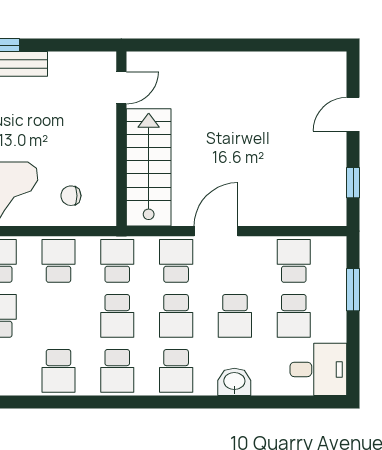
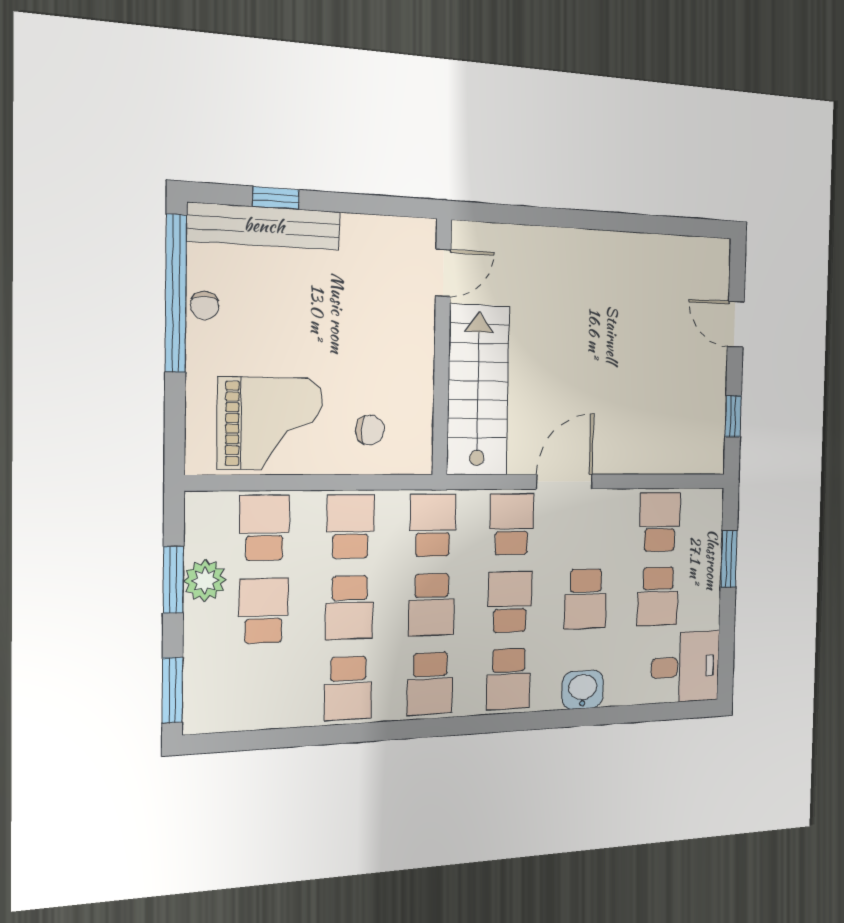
door: (353, 114) -> (736, 324), hinge flipped
chair: (71, 196) -> (370, 430), turned 180
school desk: (58, 316) -> (349, 608), added
school desk: (176, 316) -> (510, 602), turned 180

